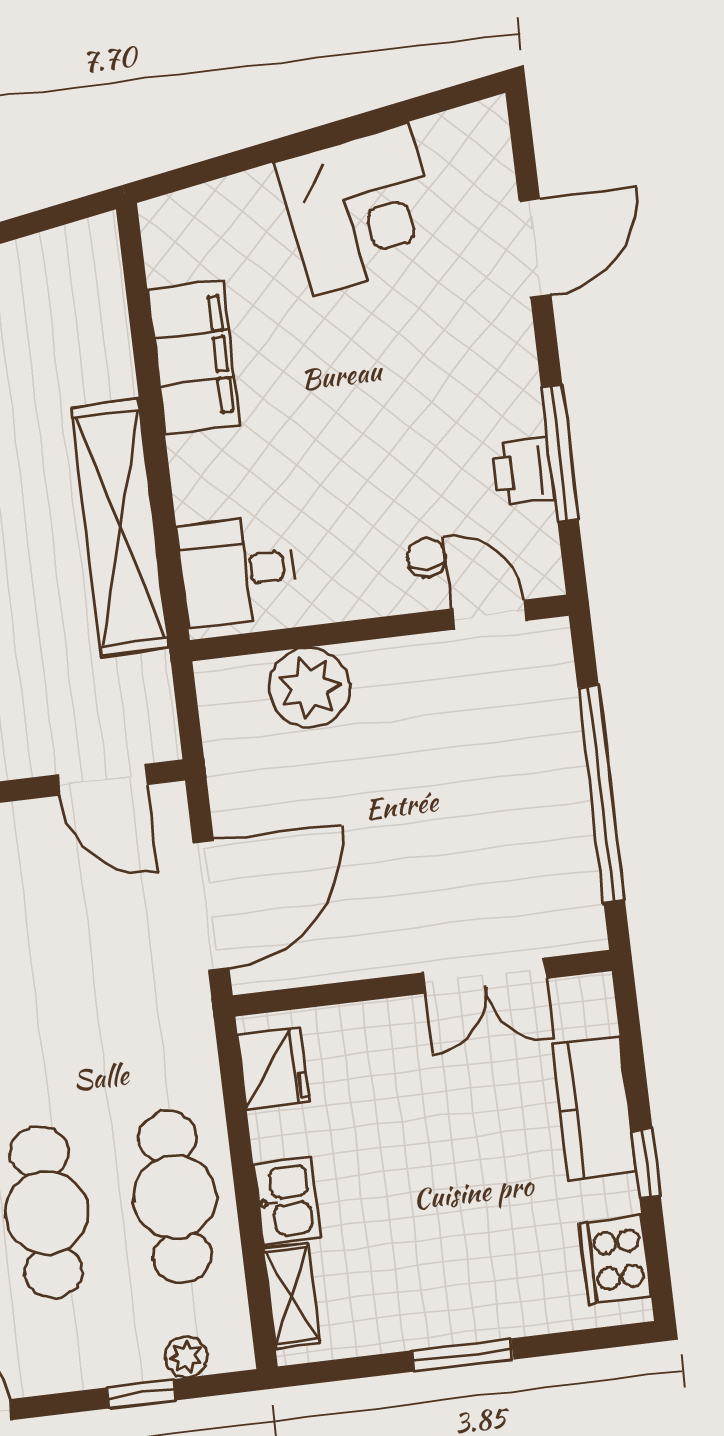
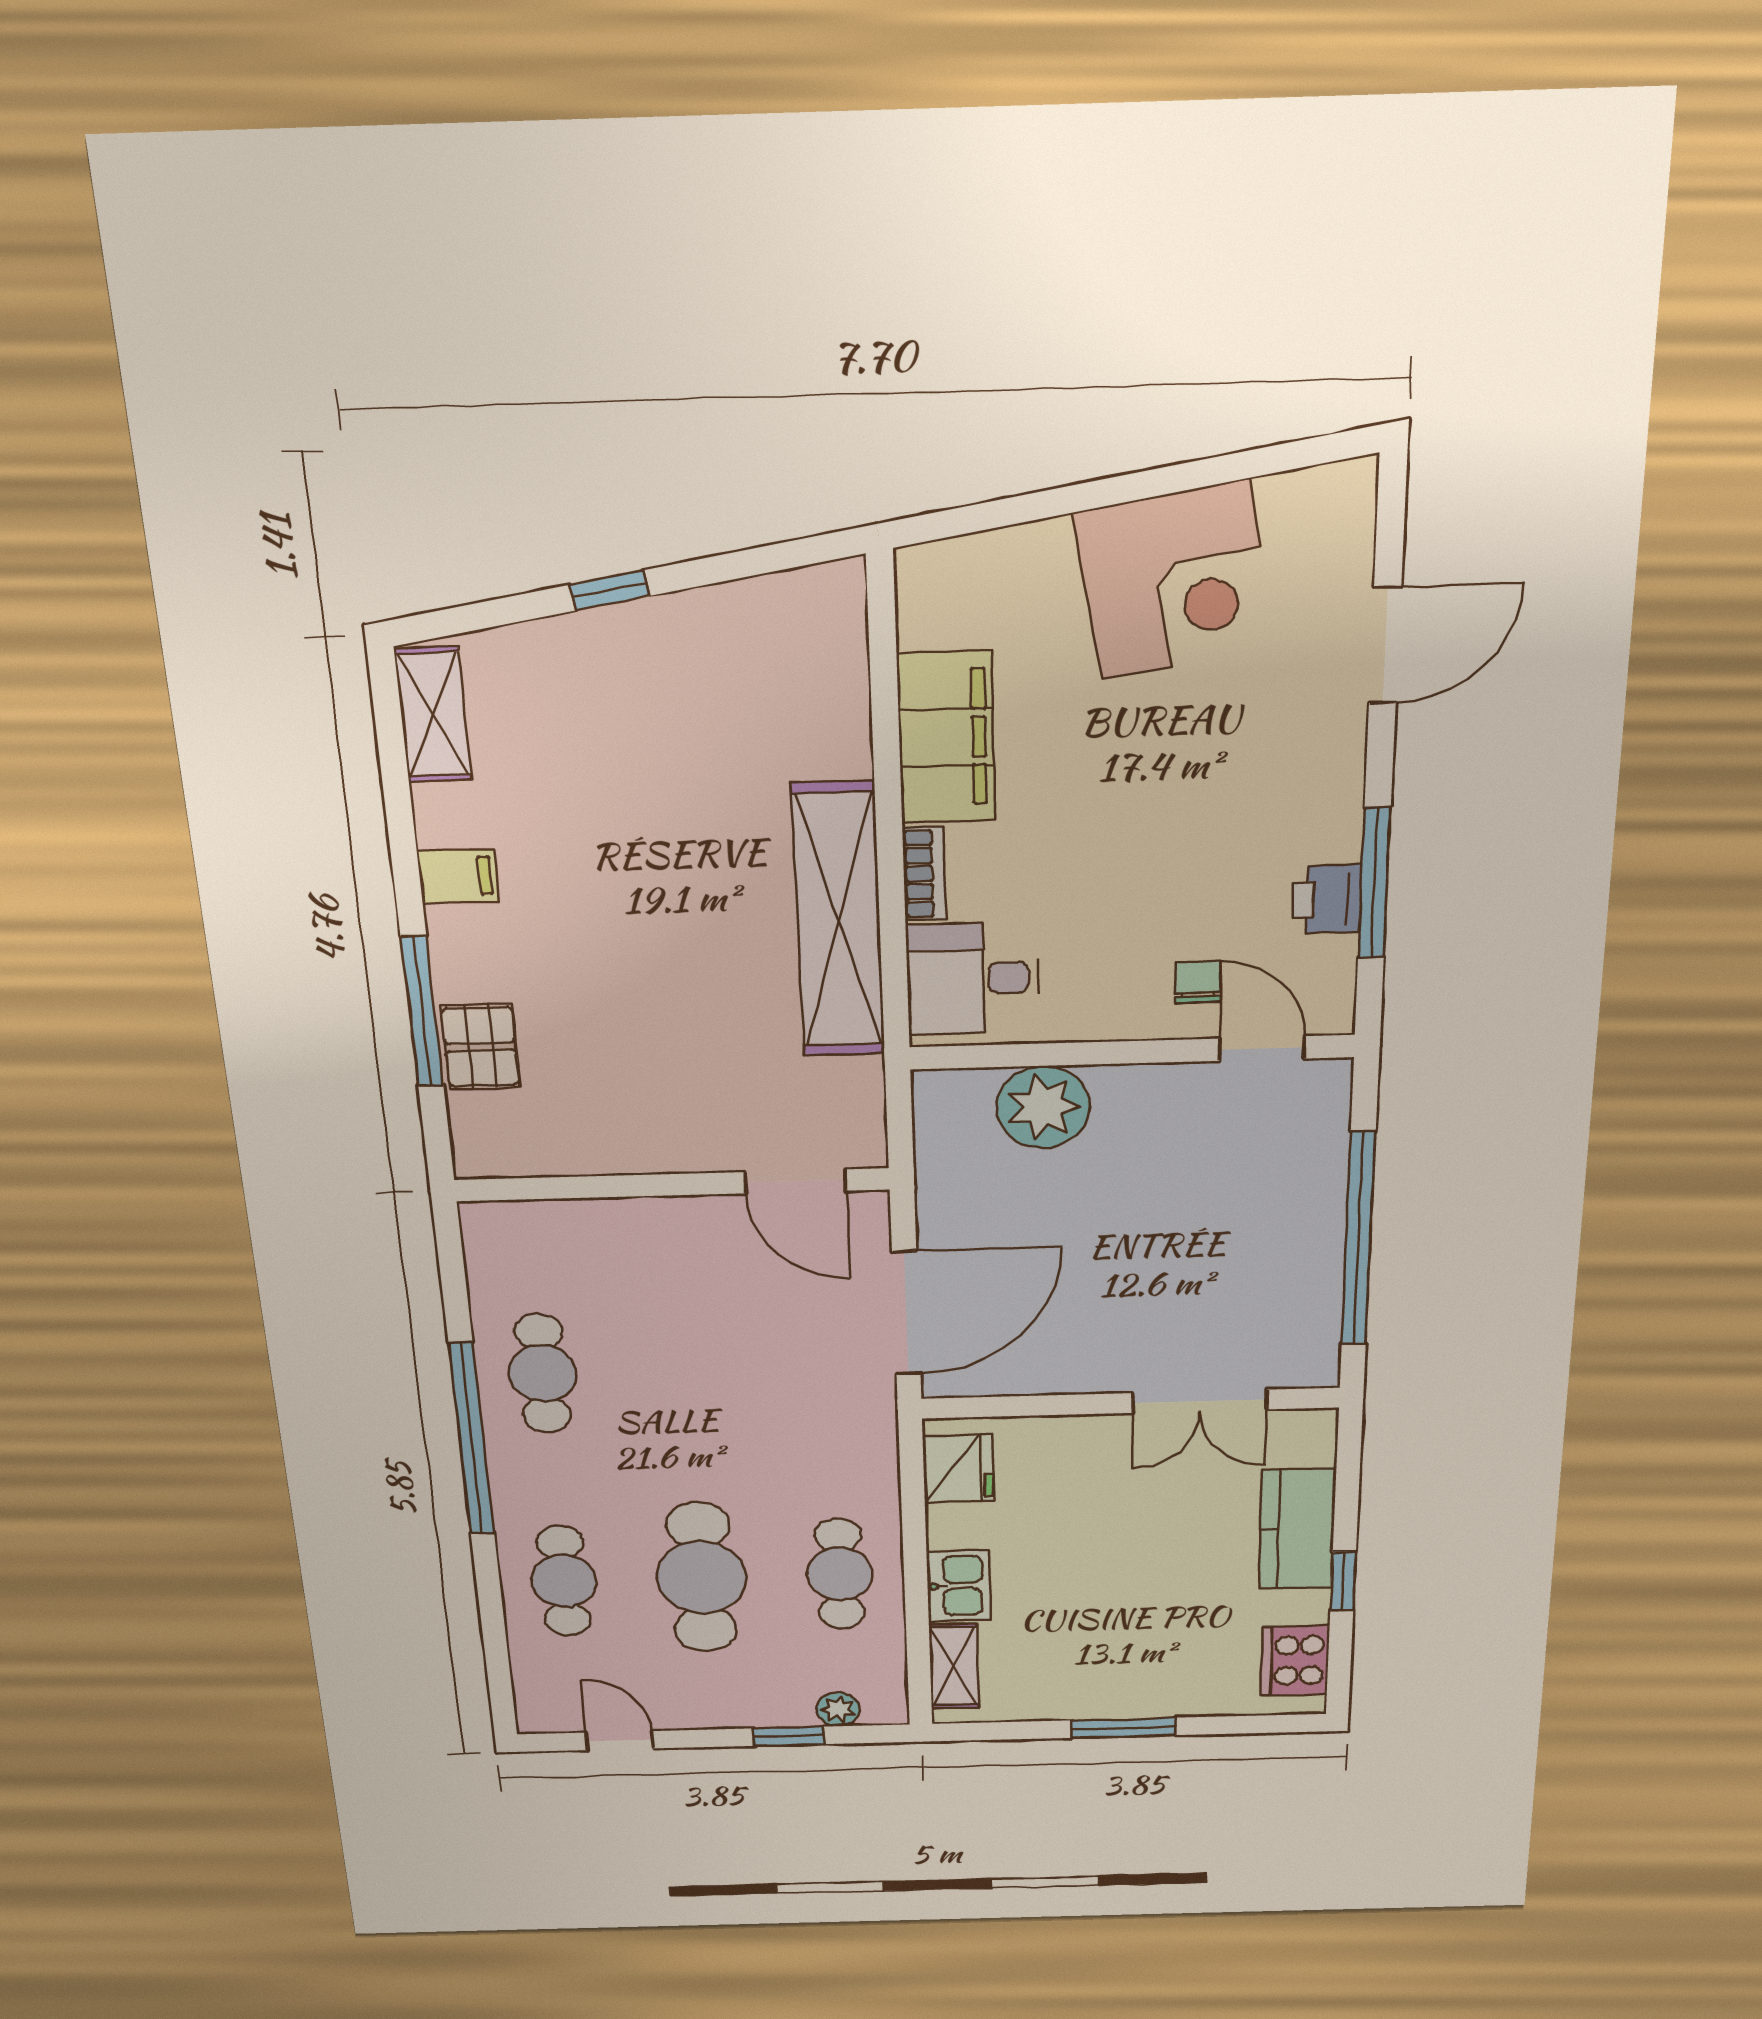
bookcase: (187, 479) -> (924, 874), added
cafe table: (175, 1197) -> (840, 1574), width x0.73, depth x0.74

